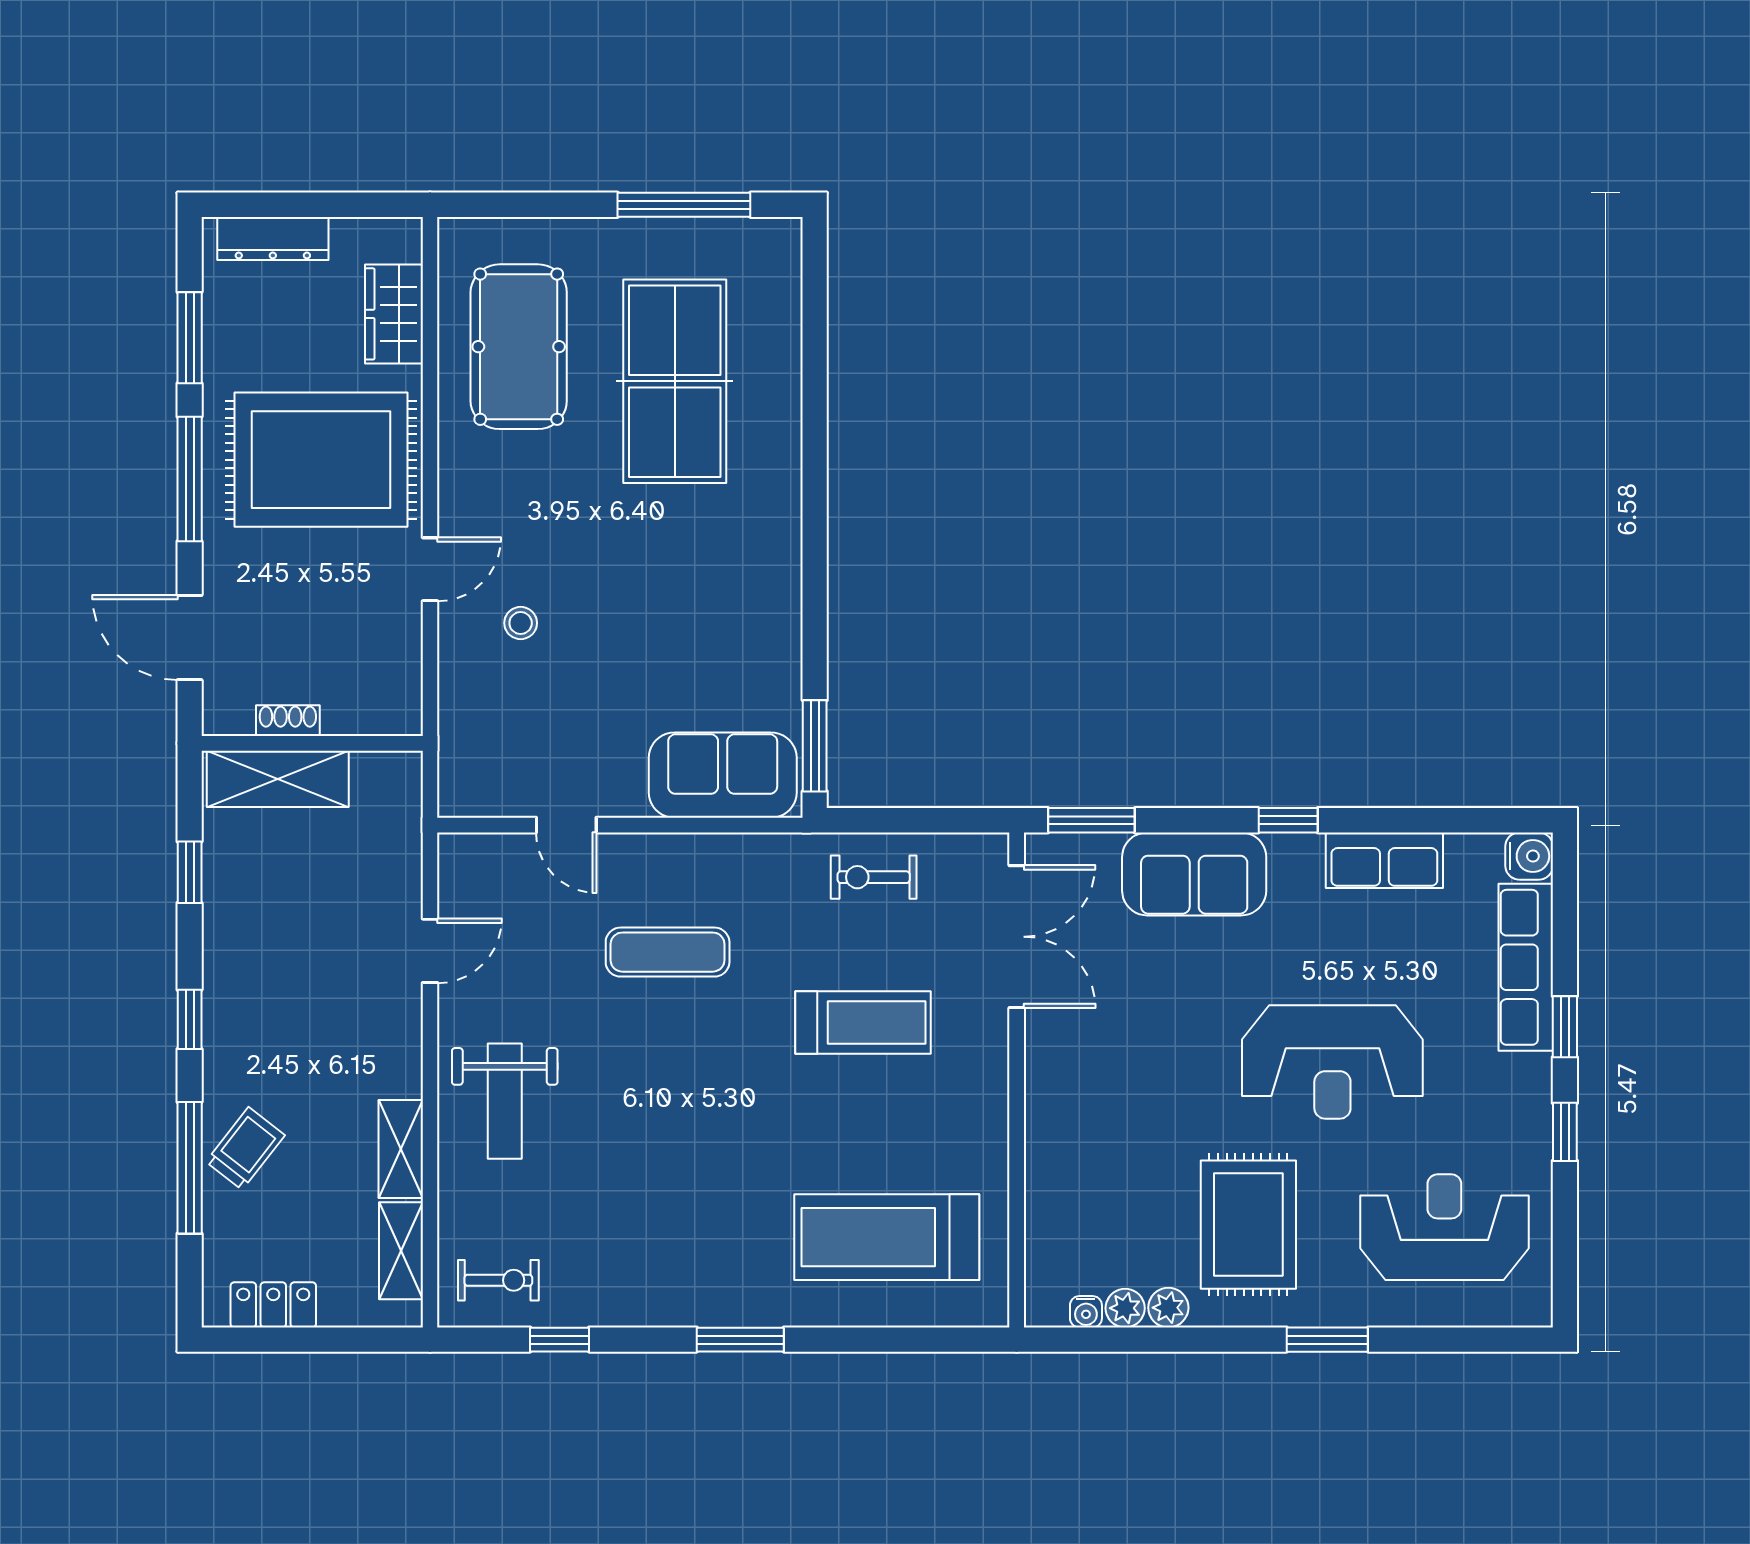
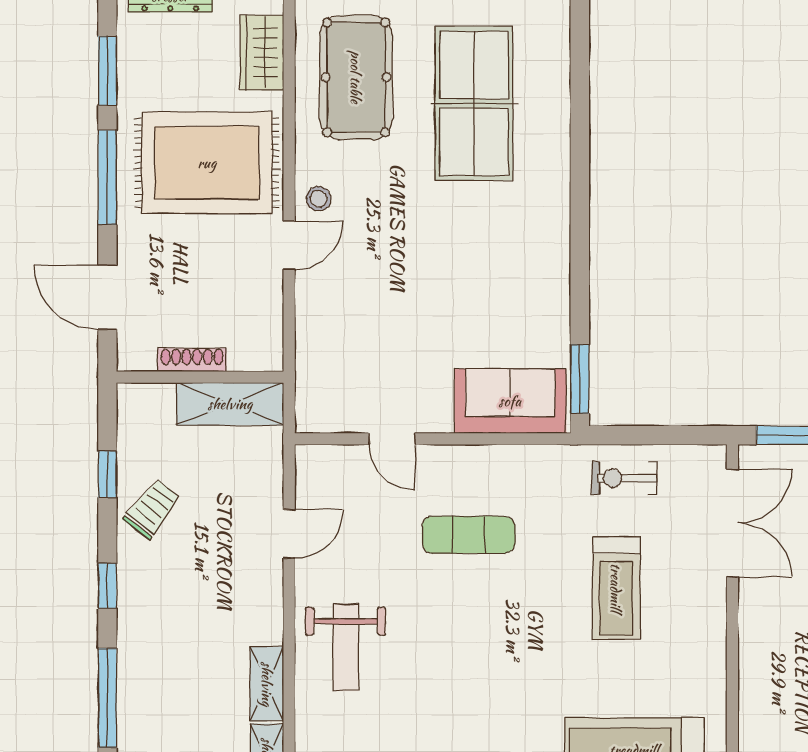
stool: (521, 623) -> (319, 199), moved
shoe rack: (288, 721) -> (192, 360), width x1.43
shelving: (278, 779) -> (230, 404), moved
treadmill: (863, 1022) -> (616, 588), turned 90
trolley: (245, 1148) -> (152, 509), moved

